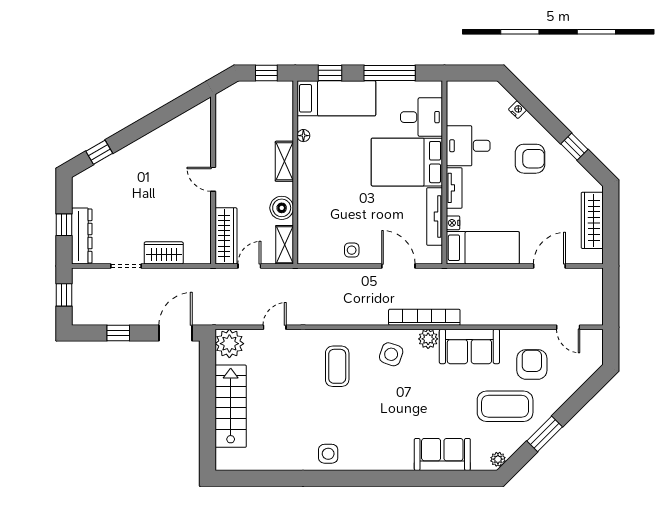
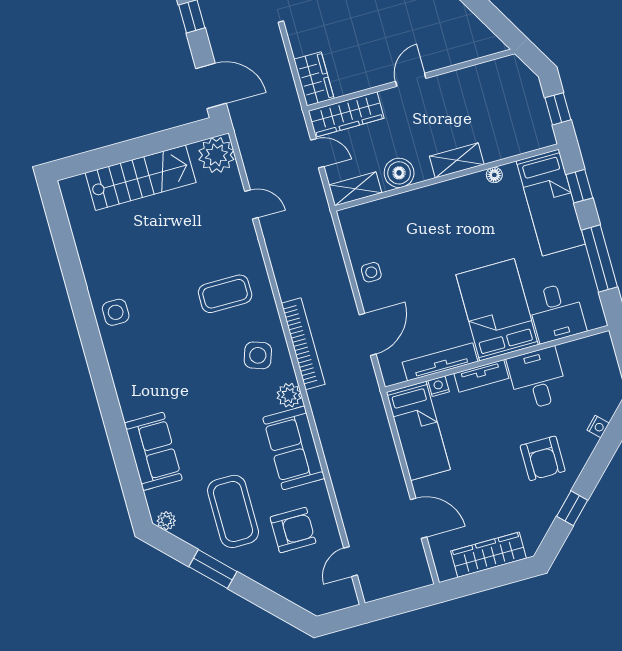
wardrobe: (164, 253) -> (314, 79), moved
bookcase: (424, 317) -> (303, 344), moved

